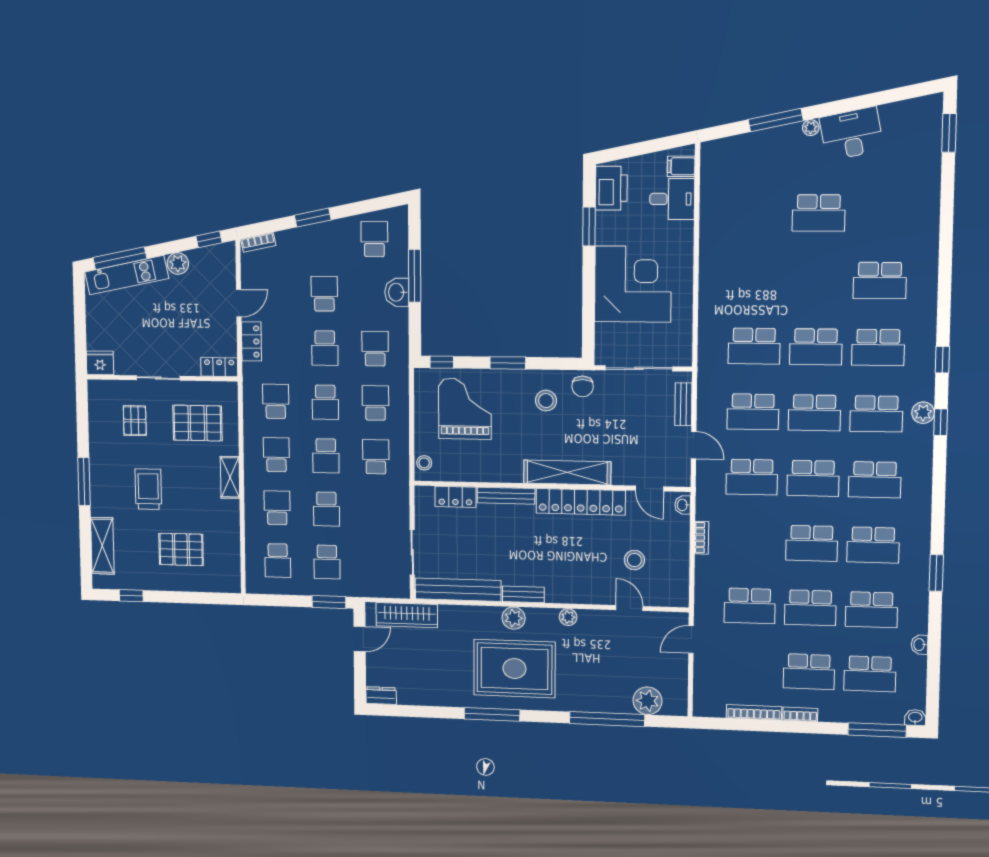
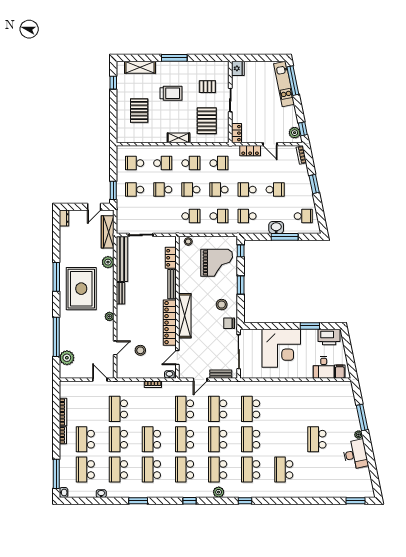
plant: (178, 263) -> (295, 133), moved
school desk: (375, 349) -> (247, 216), turned 180
window: (941, 422) -> (189, 501), moved
plant: (514, 618) -> (108, 262), moved
door: (360, 639) -> (94, 207), hinge flipped

